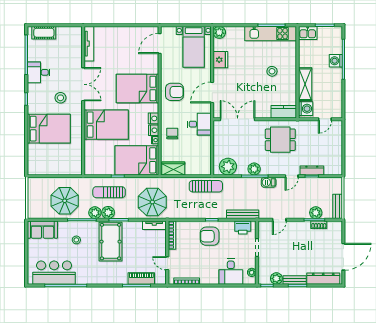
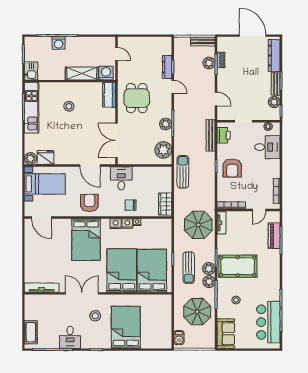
fridge: (220, 60) -> (46, 157), moved
bed: (137, 160) -> (152, 271), moved, turned 180
barbecue: (269, 182) -> (179, 338), moved

